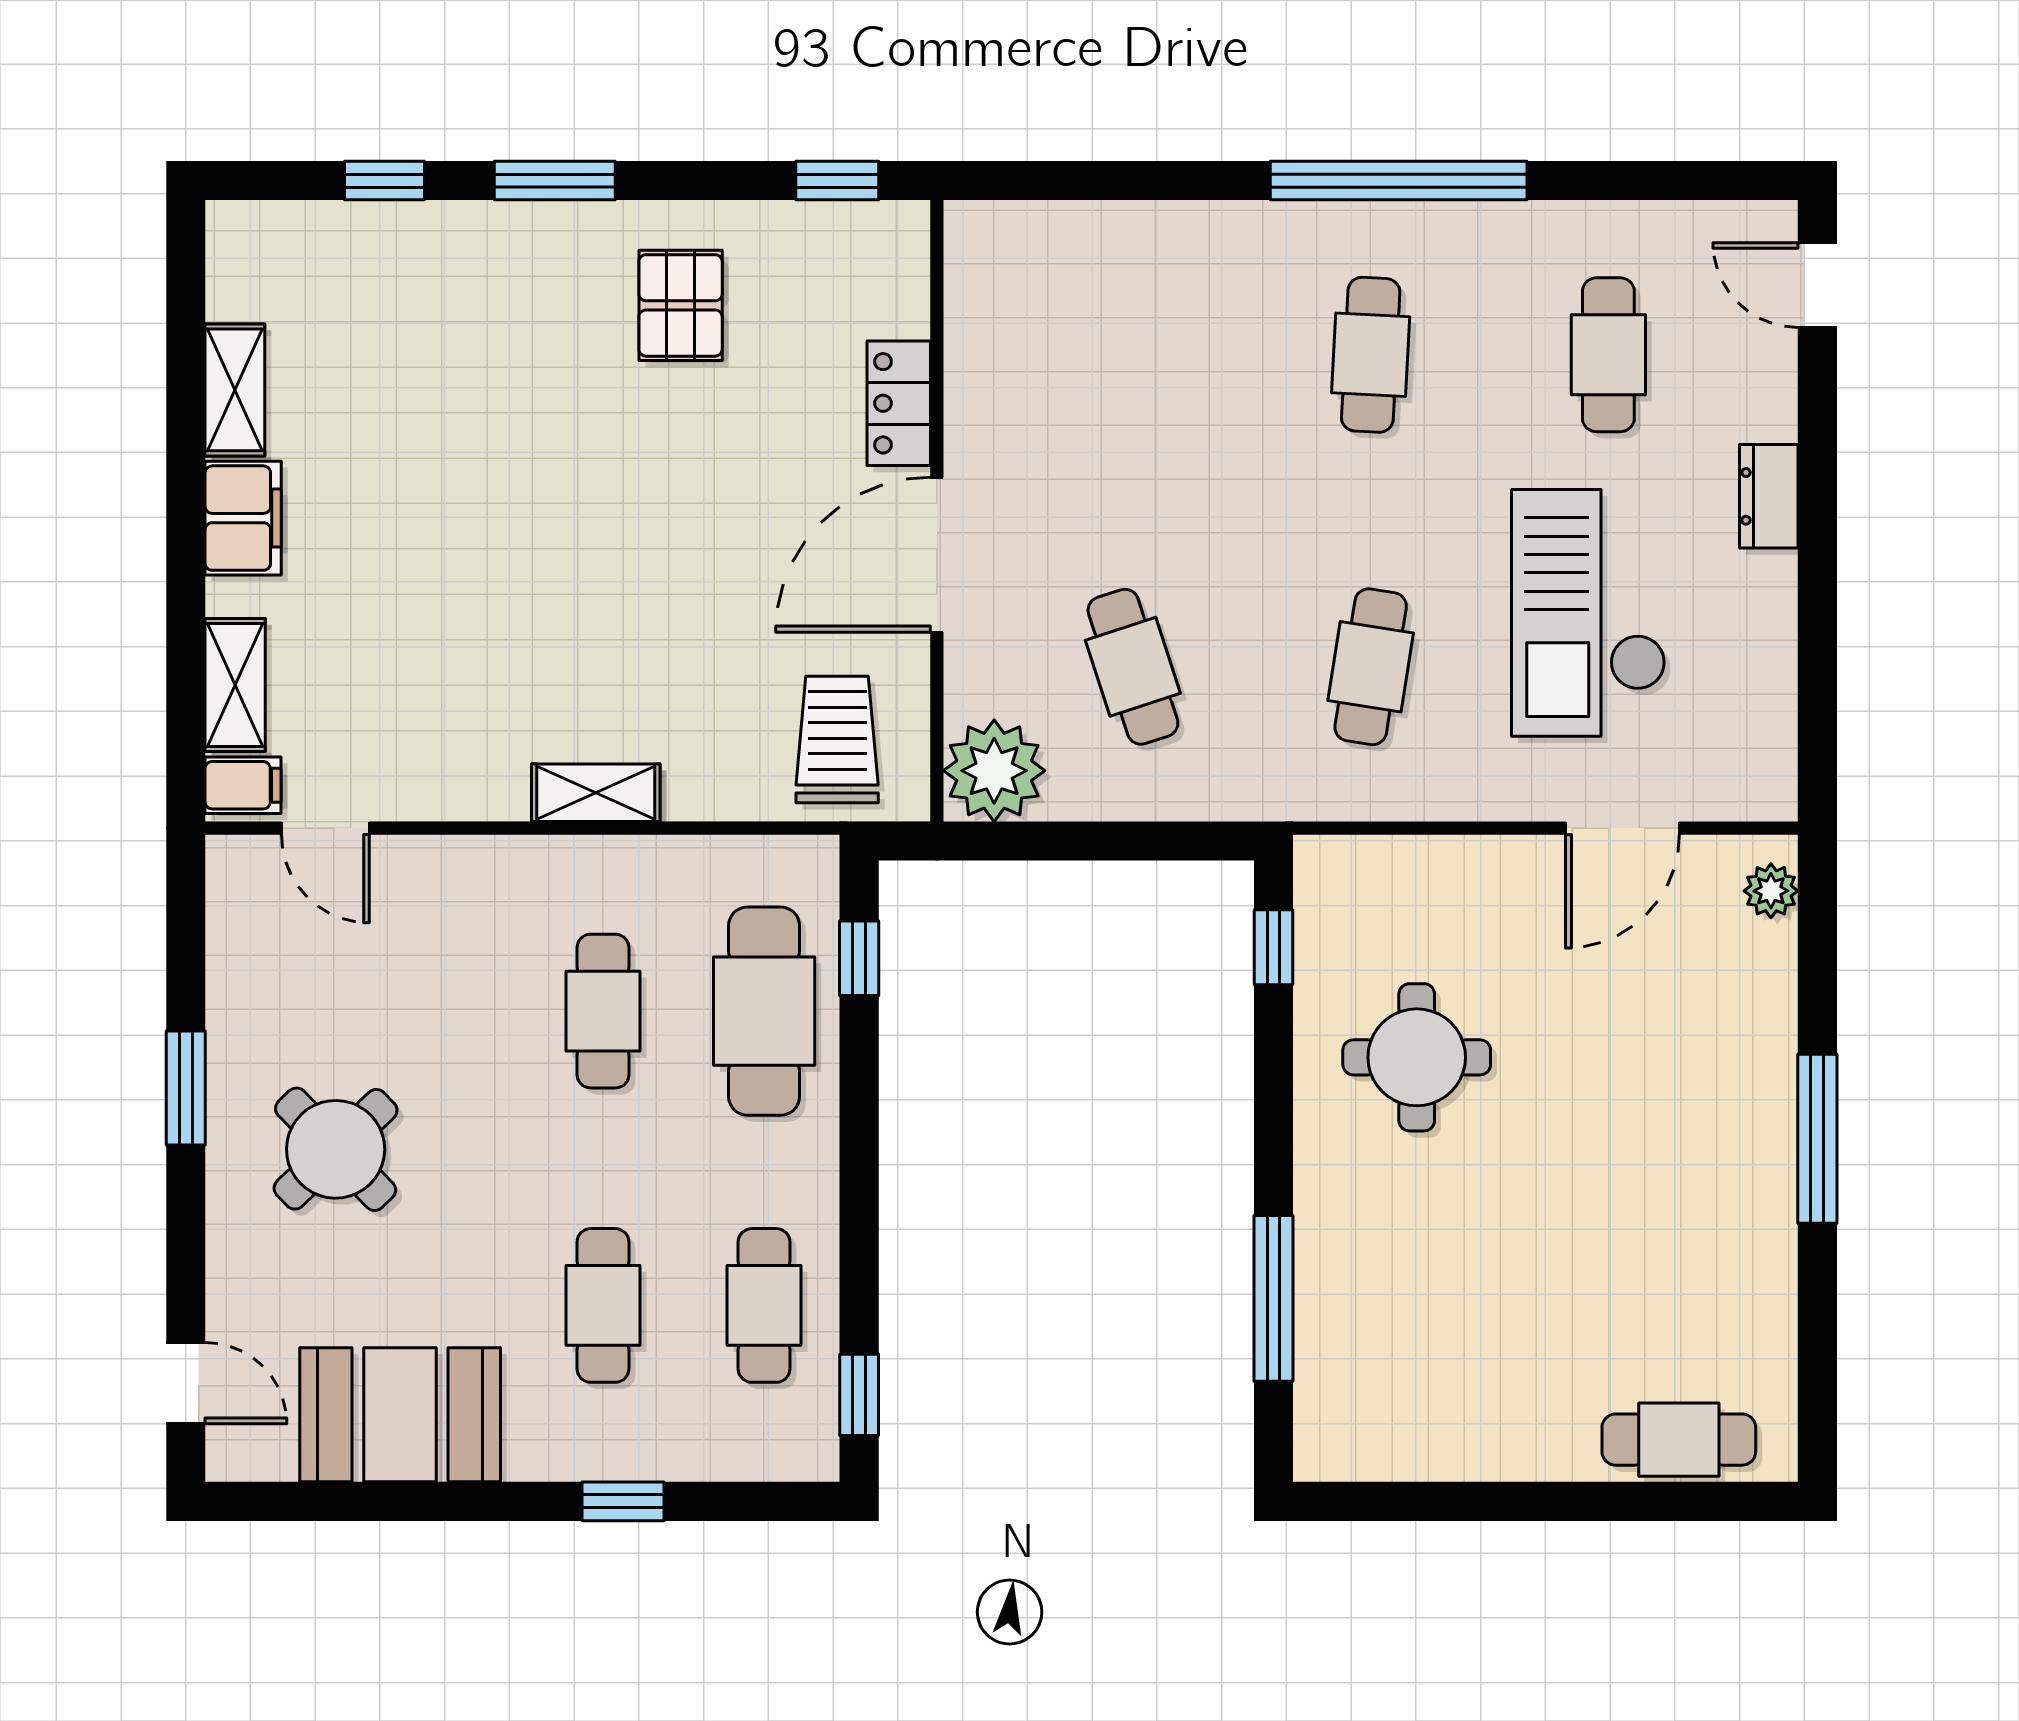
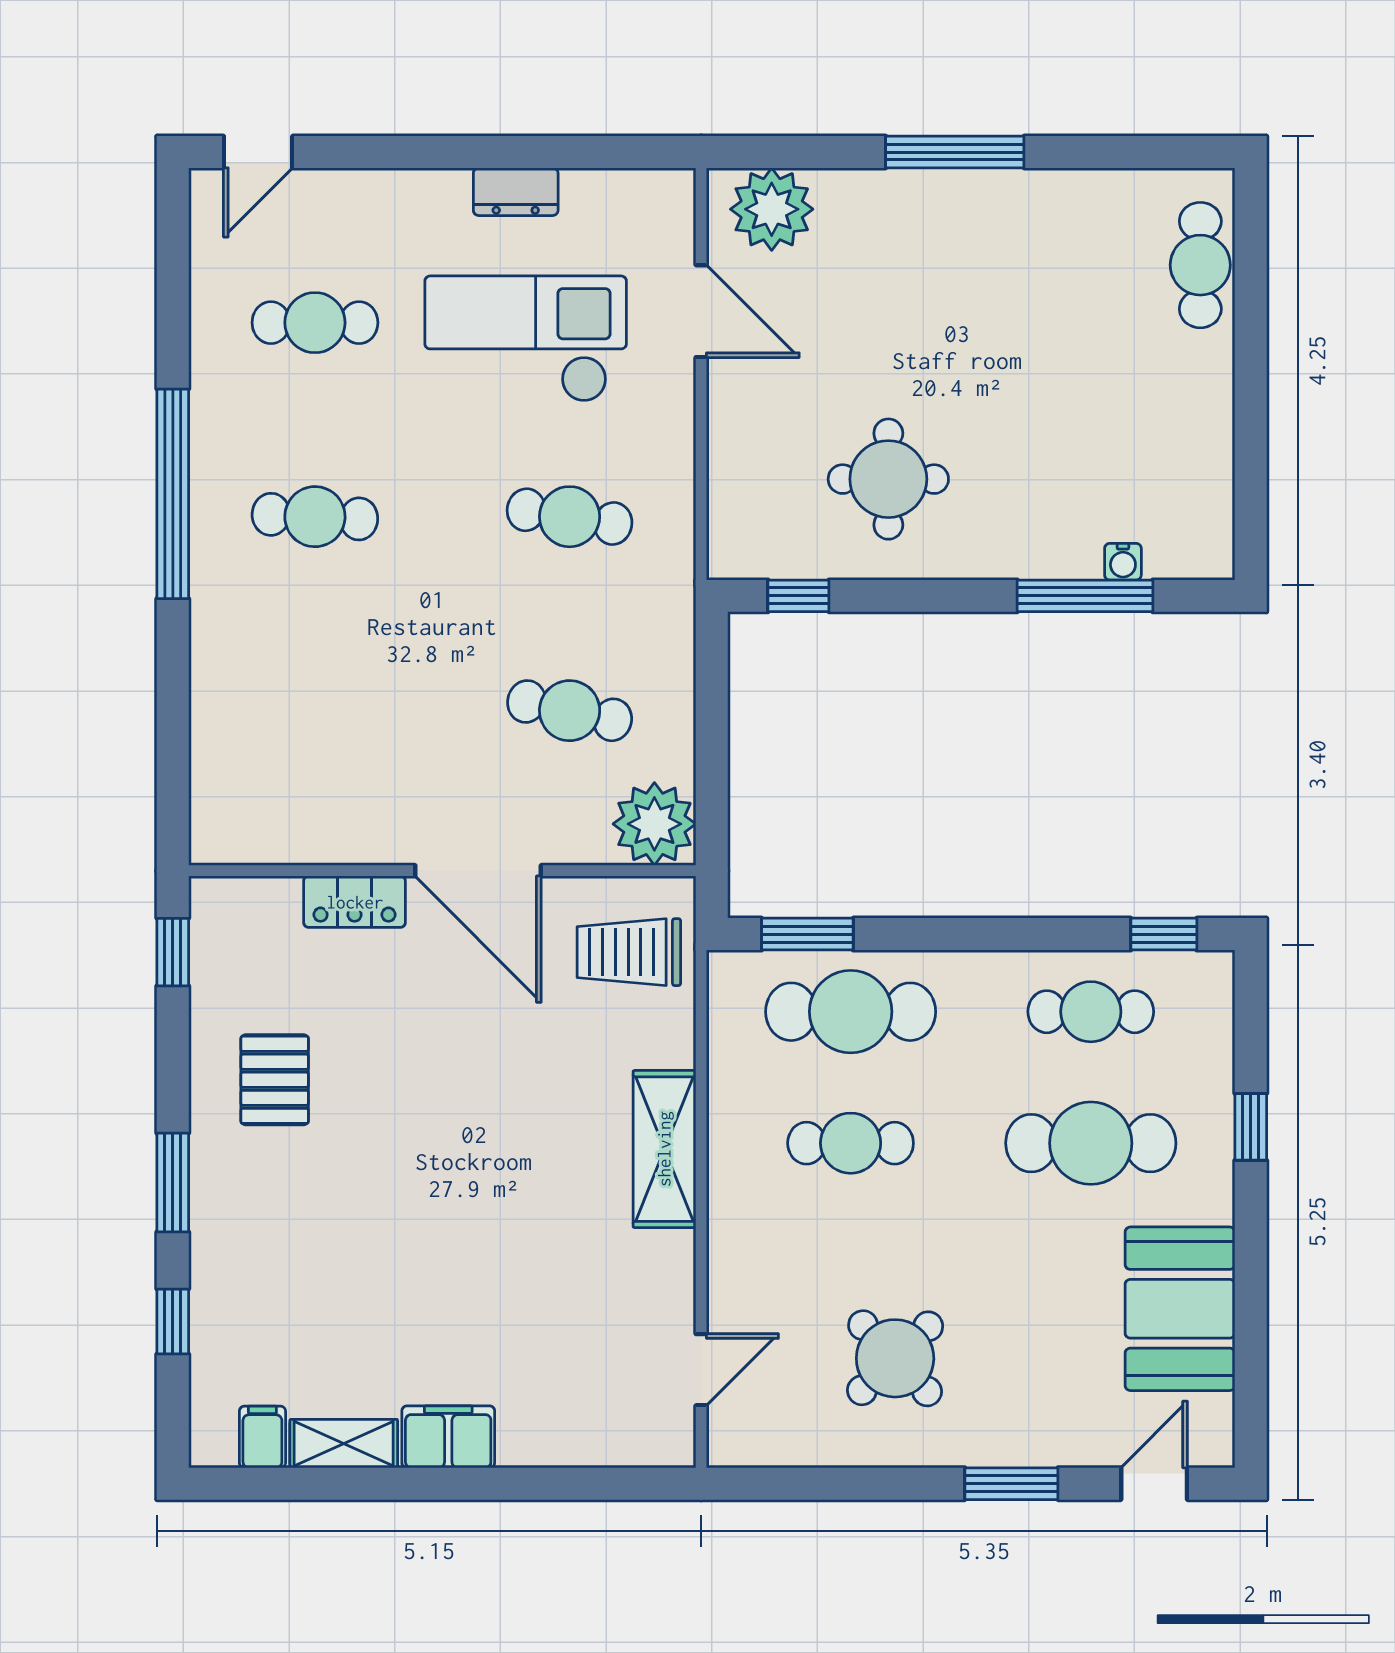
pallet: (681, 305) -> (275, 1080), turned 90
dresser: (1769, 496) -> (516, 192), moved
checkout: (1589, 613) -> (526, 339), turned 180
cafe table: (1133, 667) -> (570, 711), turned 30
shelving: (235, 685) -> (584, 1443), removed
filing cabinet: (243, 785) -> (262, 1437), moved
shelving: (596, 793) -> (664, 1149), width x1.50, depth x1.33
plant: (1771, 891) -> (772, 209), width x1.88, depth x1.88
window: (859, 958) -> (807, 934), width x1.50
window: (186, 1088) -> (1011, 1484), moved
round table: (336, 1149) -> (895, 1358), moved
cafe table: (603, 1305) -> (1091, 1143), width x1.37, depth x1.35
water cooler: (1315, 1345) -> (1123, 562), added

